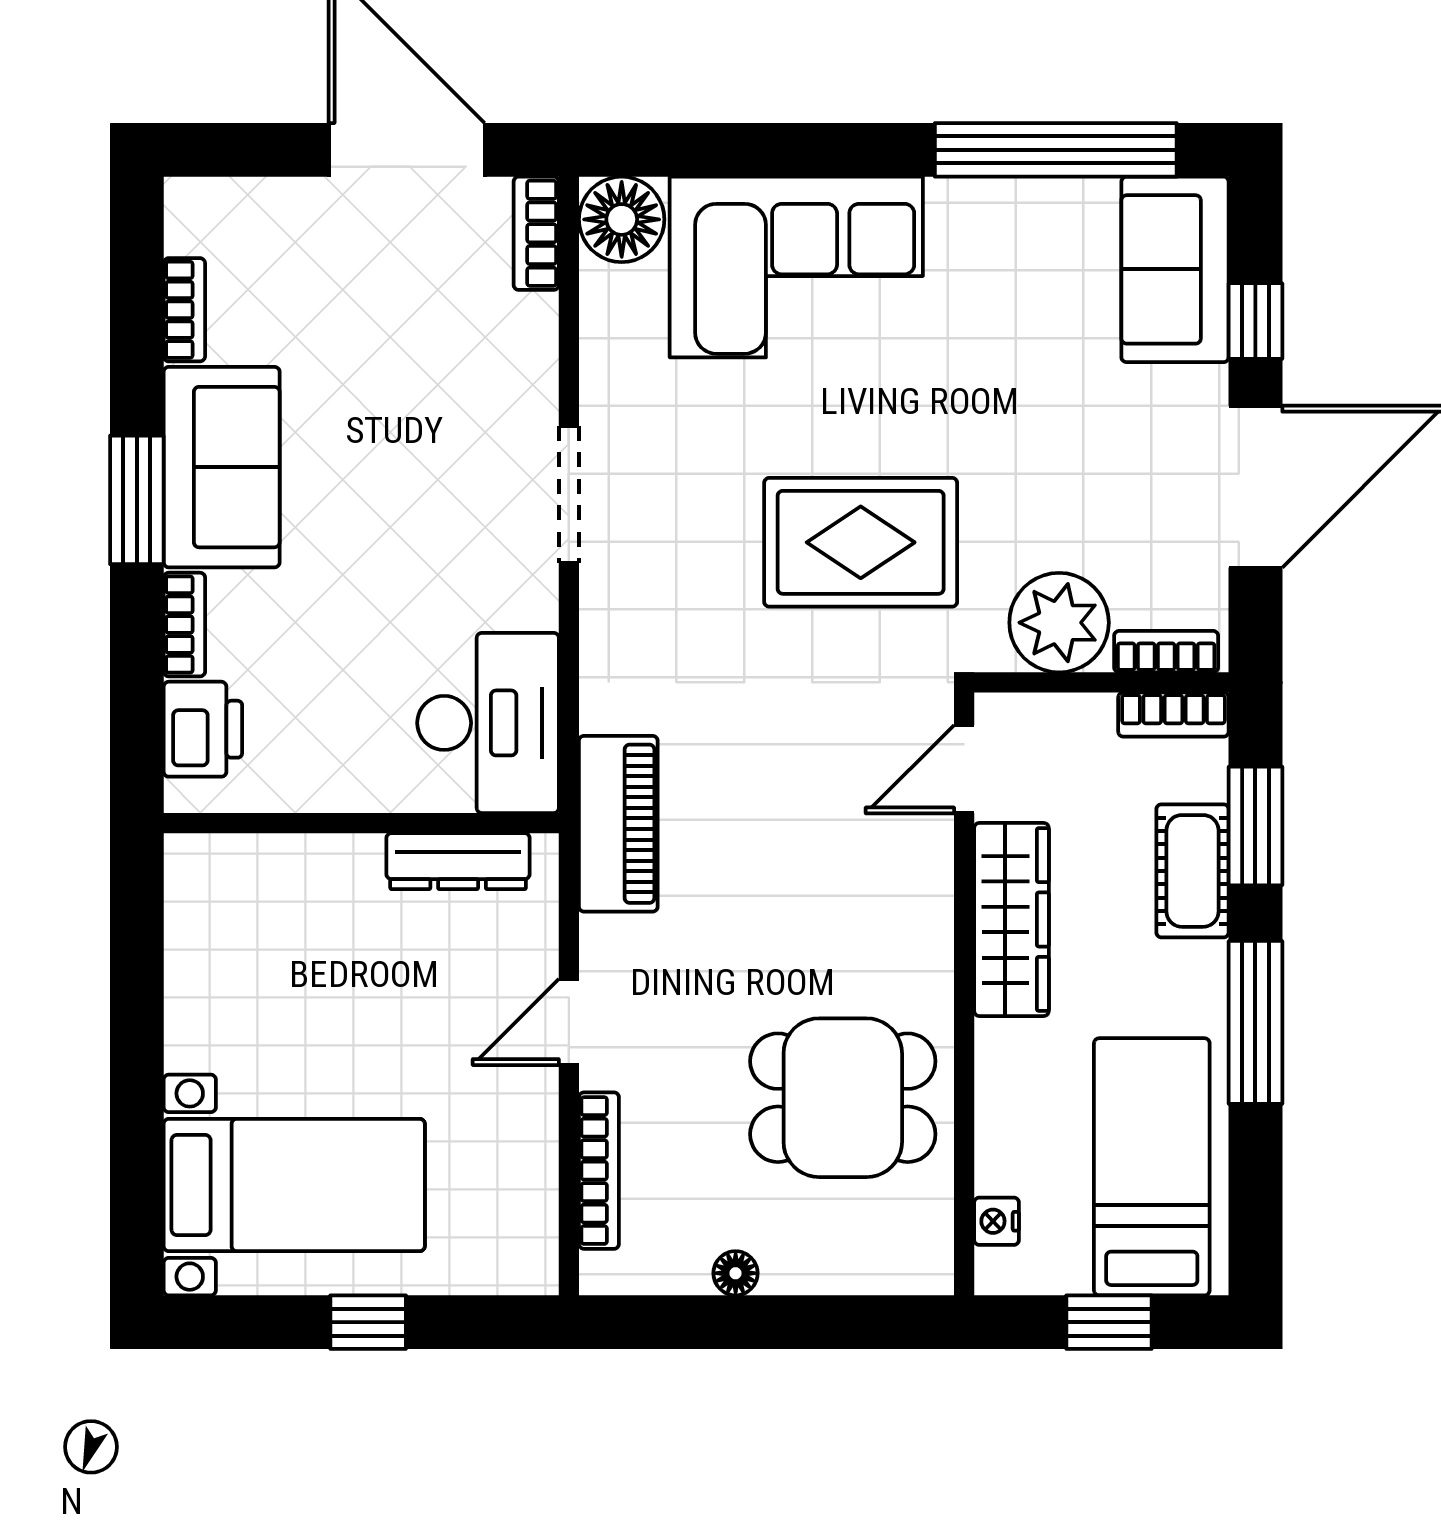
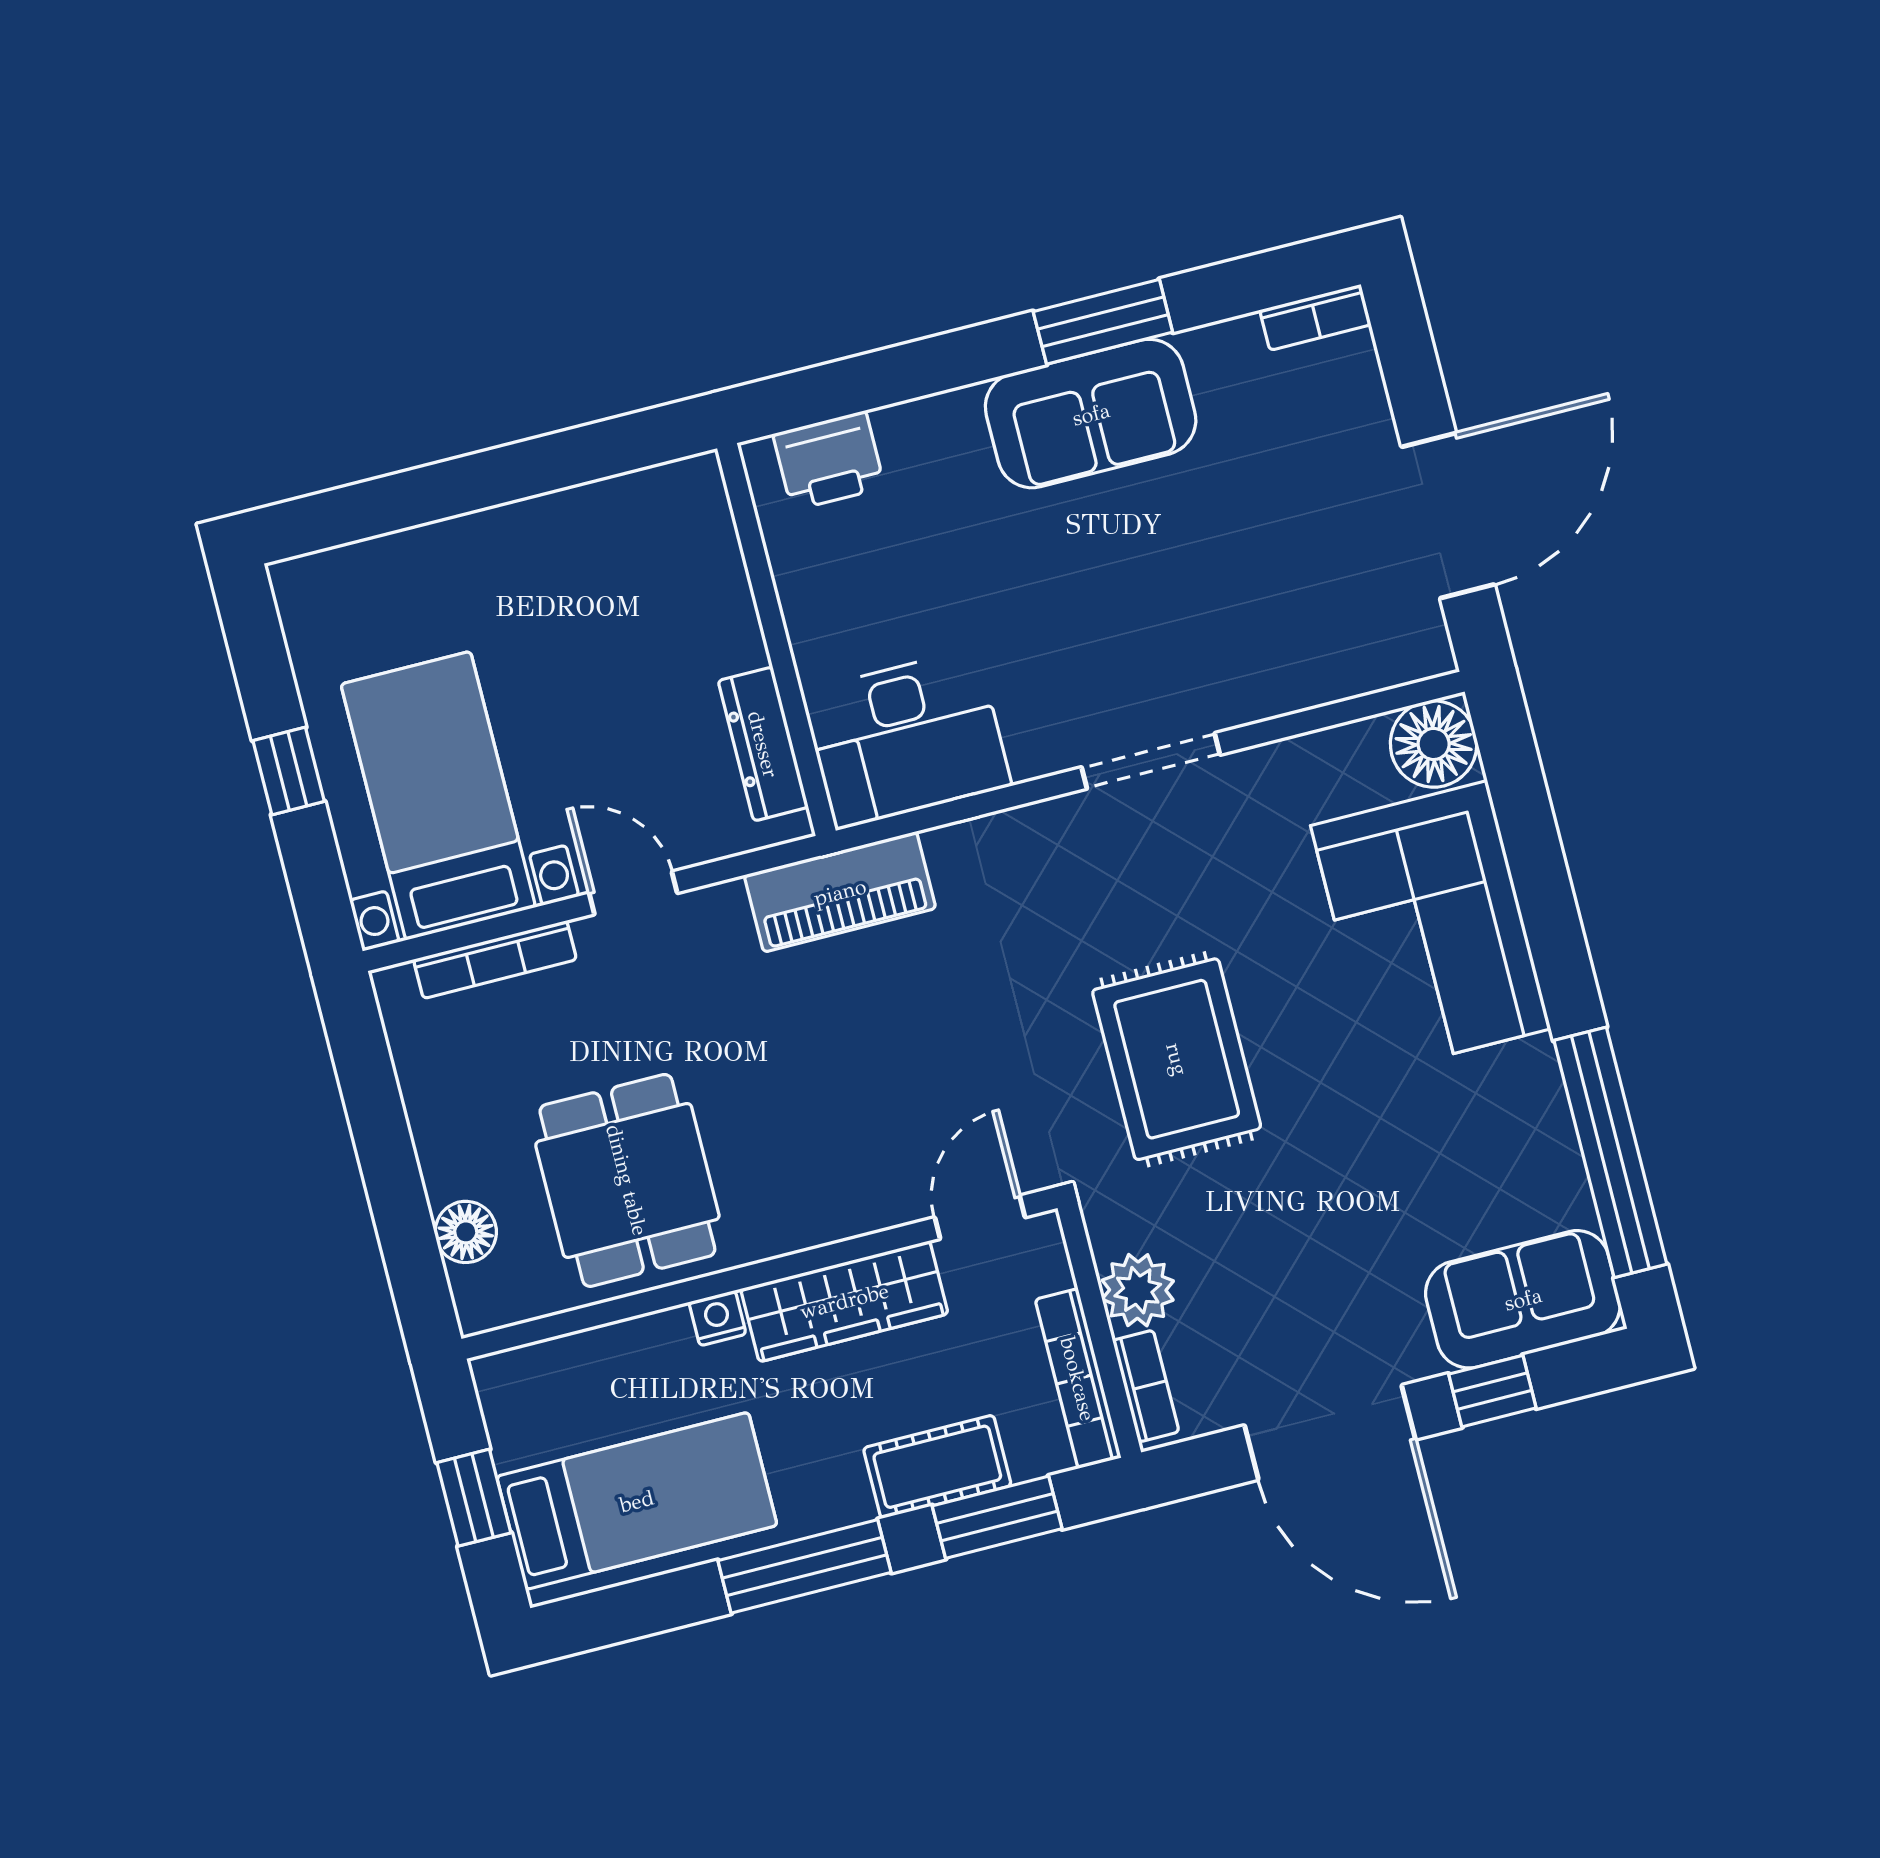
bookcase: (536, 233) -> (1399, 664), removed
bookcase: (184, 310) -> (1315, 317), moved
window: (137, 500) -> (1103, 322), moved
plant: (1059, 623) -> (1138, 1290), width x0.73, depth x0.73
bookcase: (184, 625) -> (927, 416), removed
bookcase: (1173, 715) -> (1078, 1379), width x1.56
door: (964, 769) -> (980, 1217), hinge flipped
bed with nightstands: (294, 1185) -> (438, 796), moved, turned 180
nightstand: (997, 1221) -> (717, 1318), moved
floor lamp: (736, 1273) -> (466, 1232), moved, width x1.37, depth x1.37

